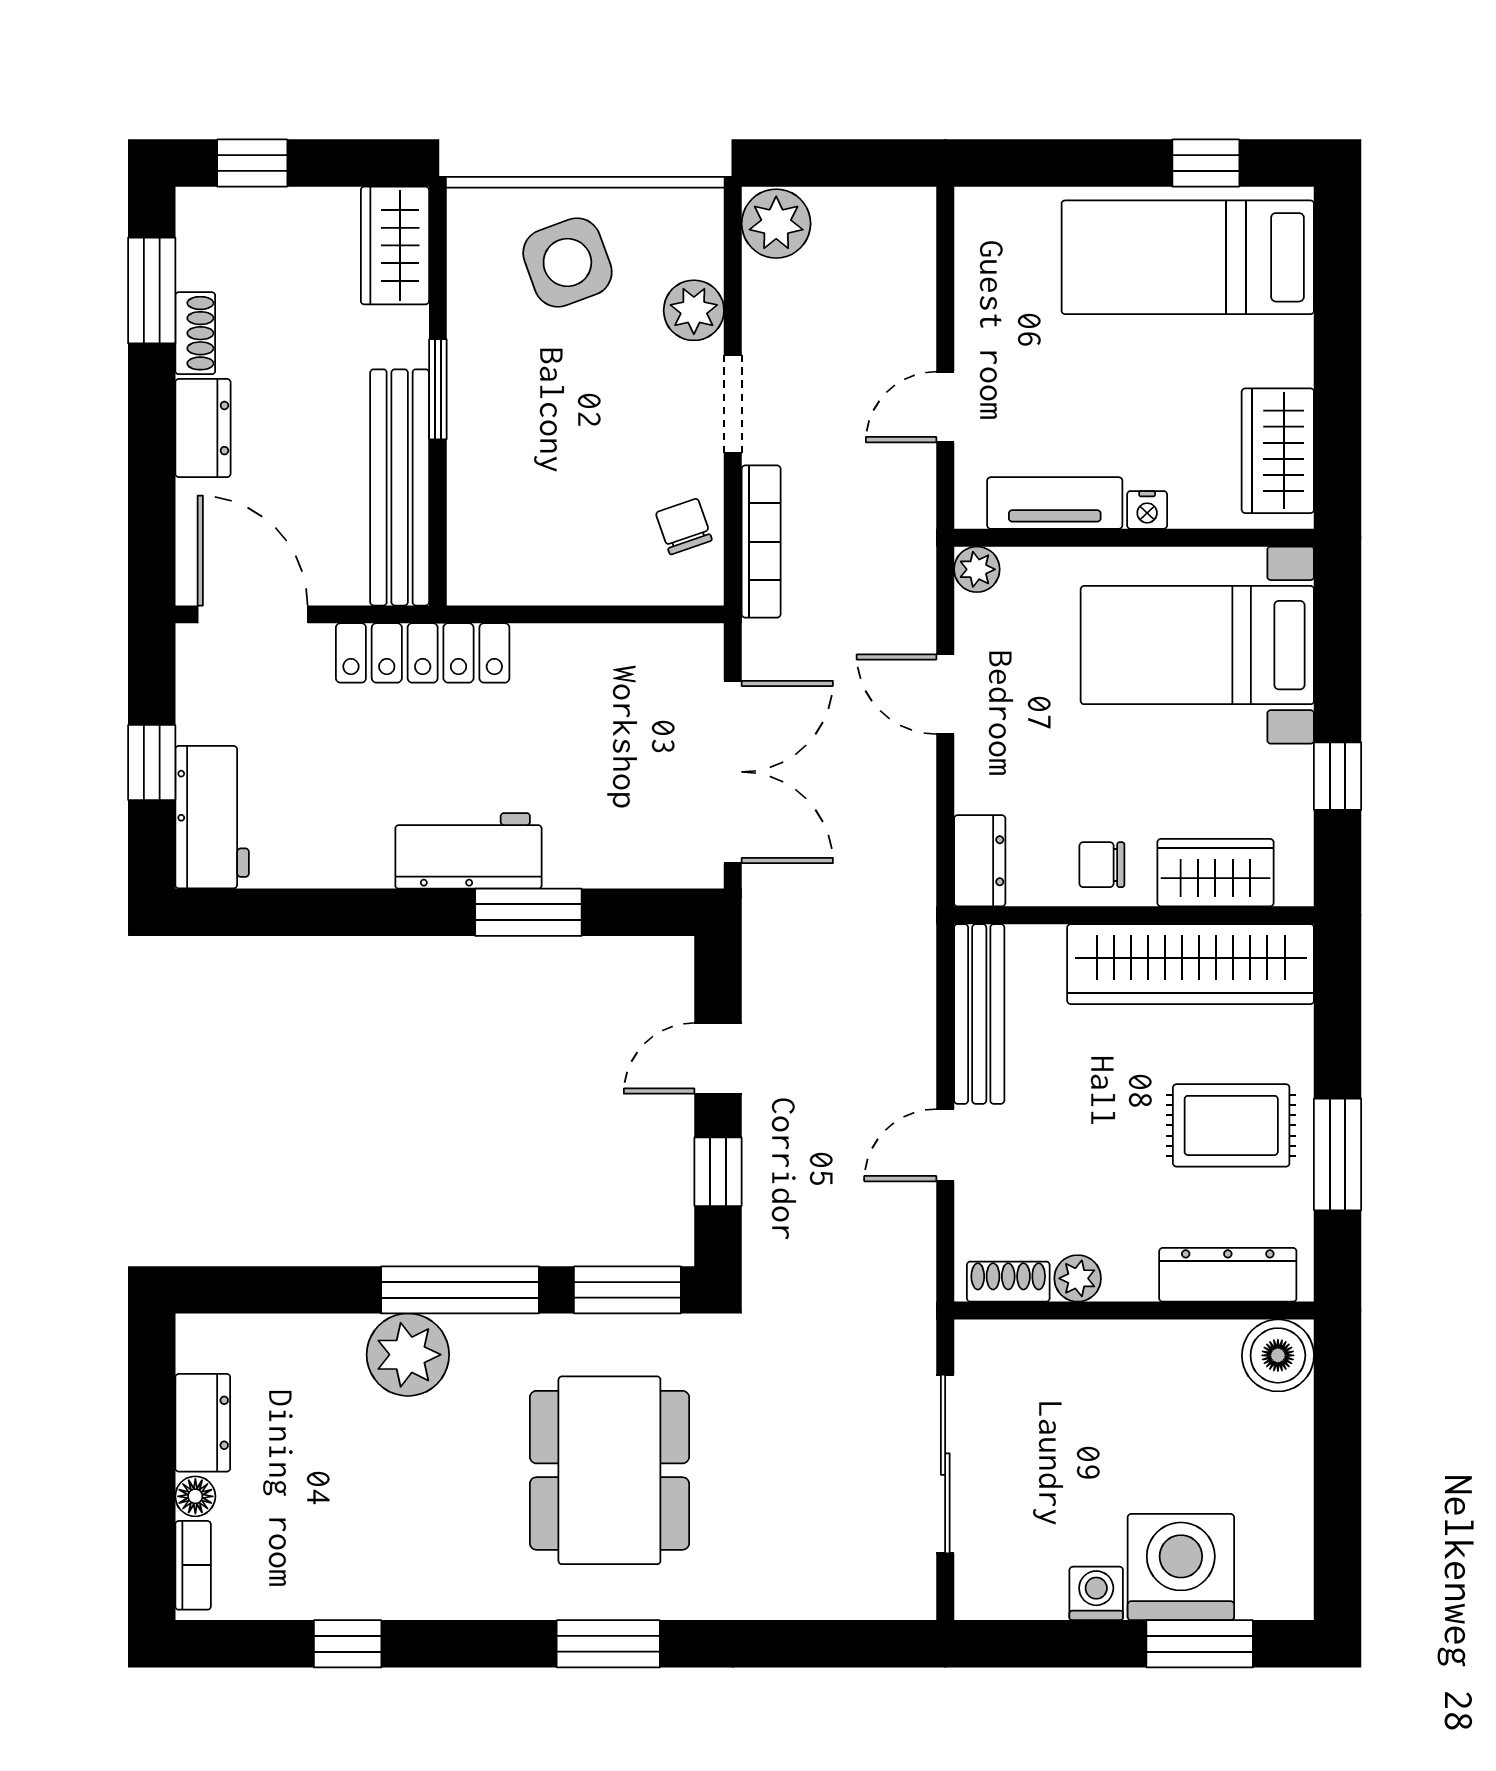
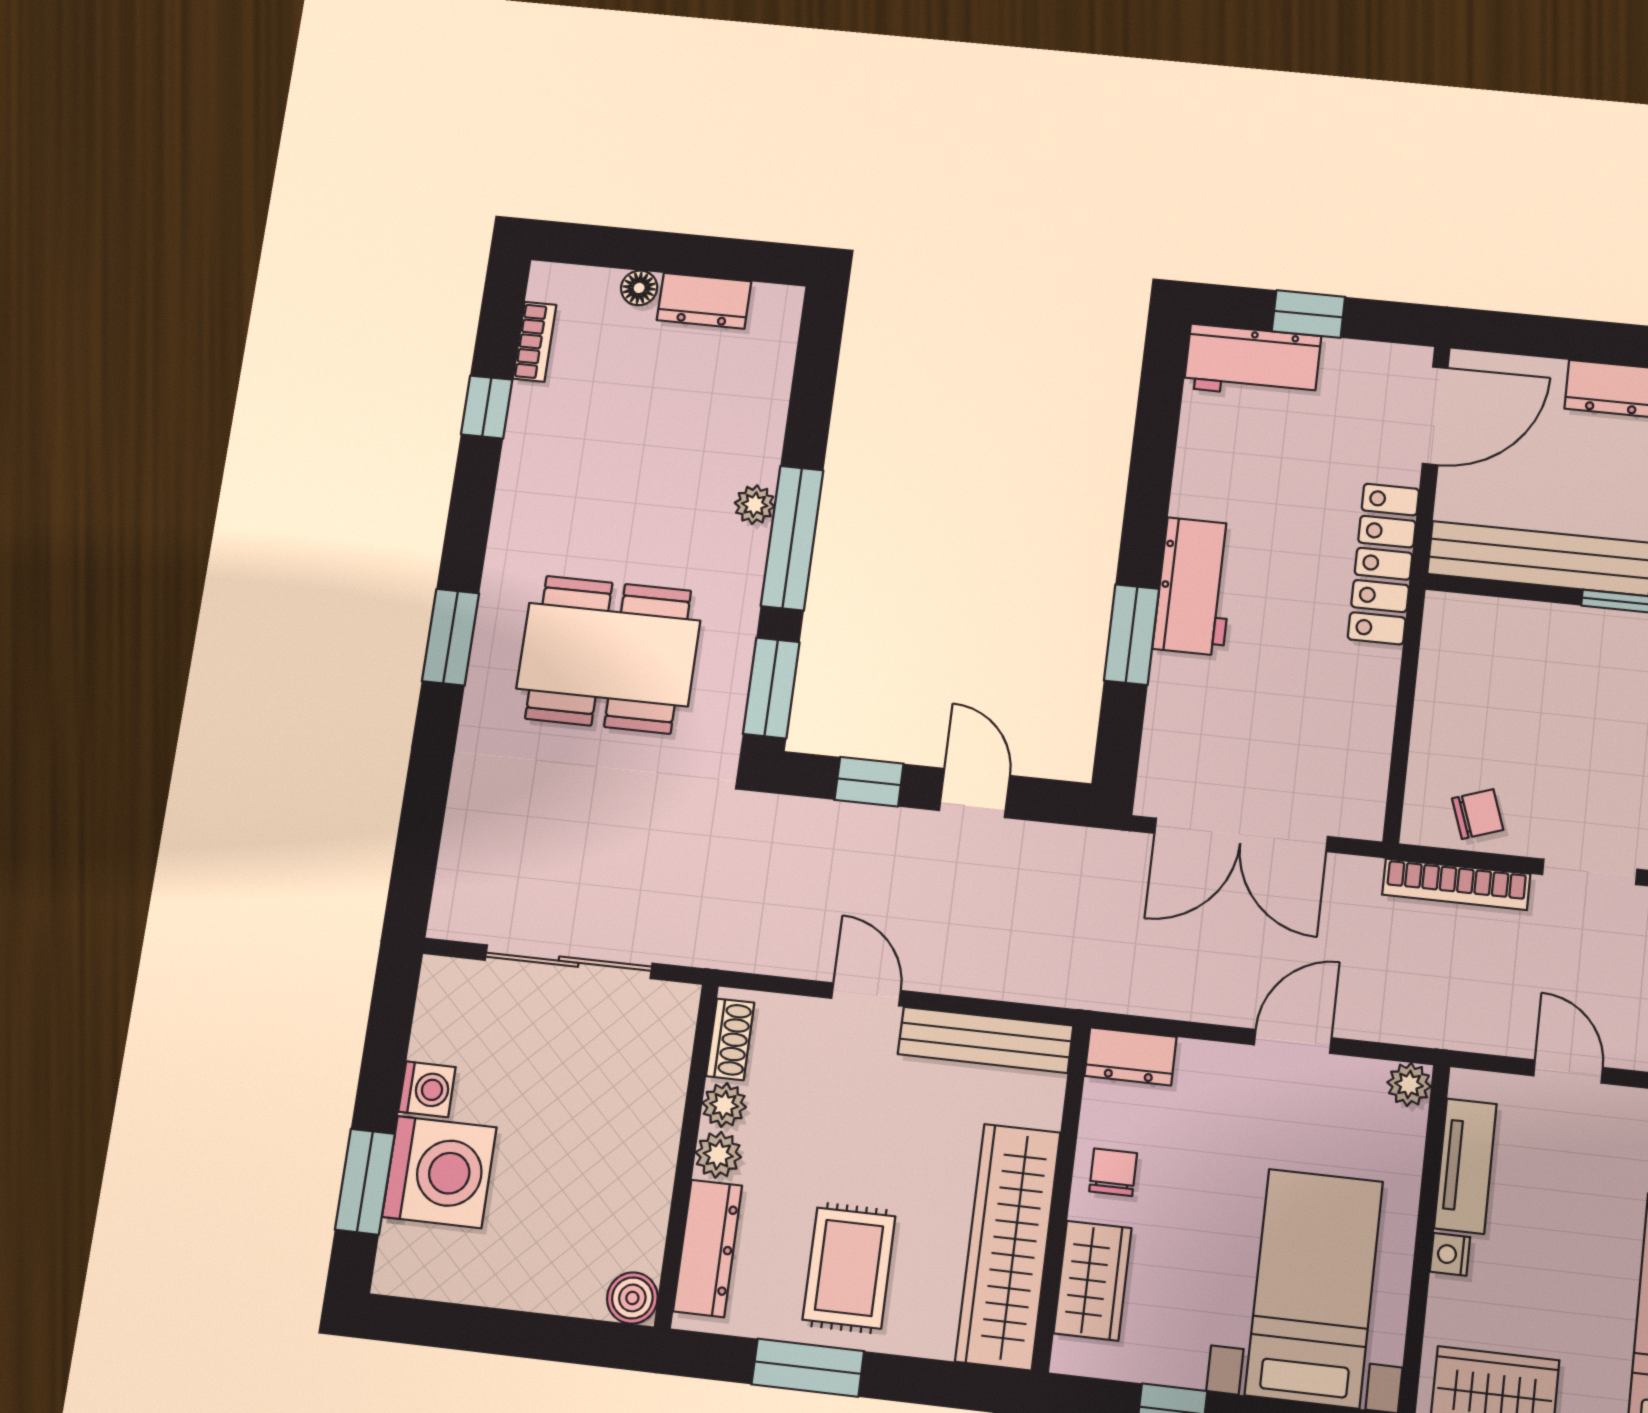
plant: (1130, 1277) -> (718, 1155), added
plant: (408, 1355) -> (755, 505), width x0.53, depth x0.53
boiler: (1278, 1355) -> (632, 1298), width x0.73, depth x0.73
bookcase: (193, 1565) -> (534, 342), moved, turned -90

